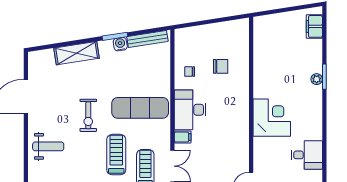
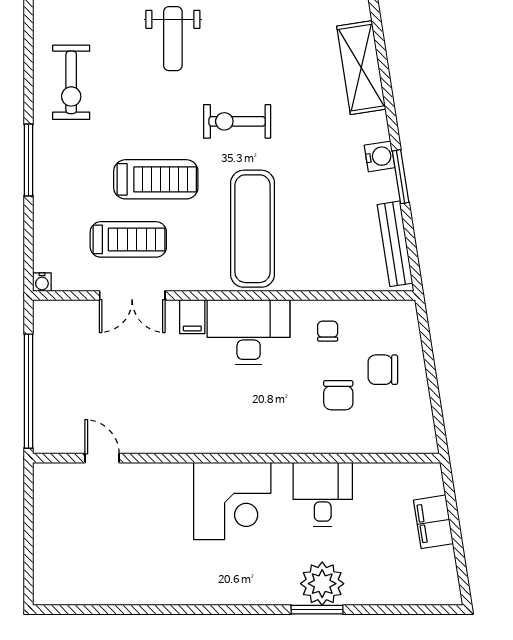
filing cabinet: (314, 26) -> (433, 522), moved, turned -99
water cooler: (120, 44) -> (380, 156), moved
chair: (208, 45) -> (383, 370), added
shelving: (77, 53) -> (361, 68), moved
plant: (317, 79) -> (322, 584), width x1.87, depth x1.87
desk: (307, 155) -> (323, 494), moved, turned 180

